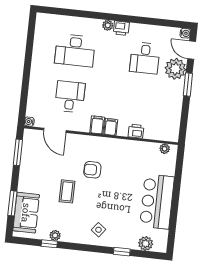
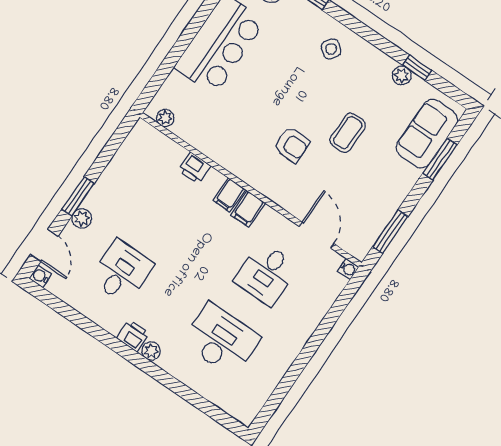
plant: (175, 69) -> (82, 218), width x0.53, depth x0.53

